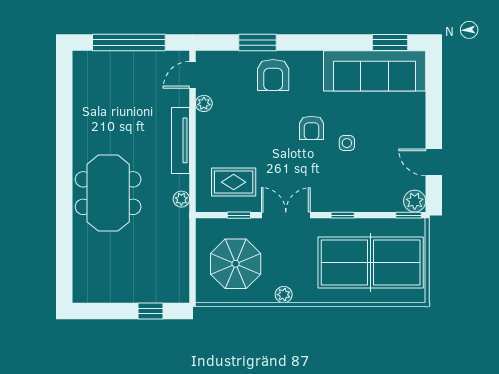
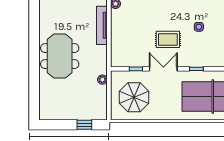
armchair: (312, 128) -> (178, 18), removed
rug: (234, 182) -> (168, 39), moved
plant: (181, 199) -> (102, 80), moved
plant: (284, 295) -> (162, 115), removed

